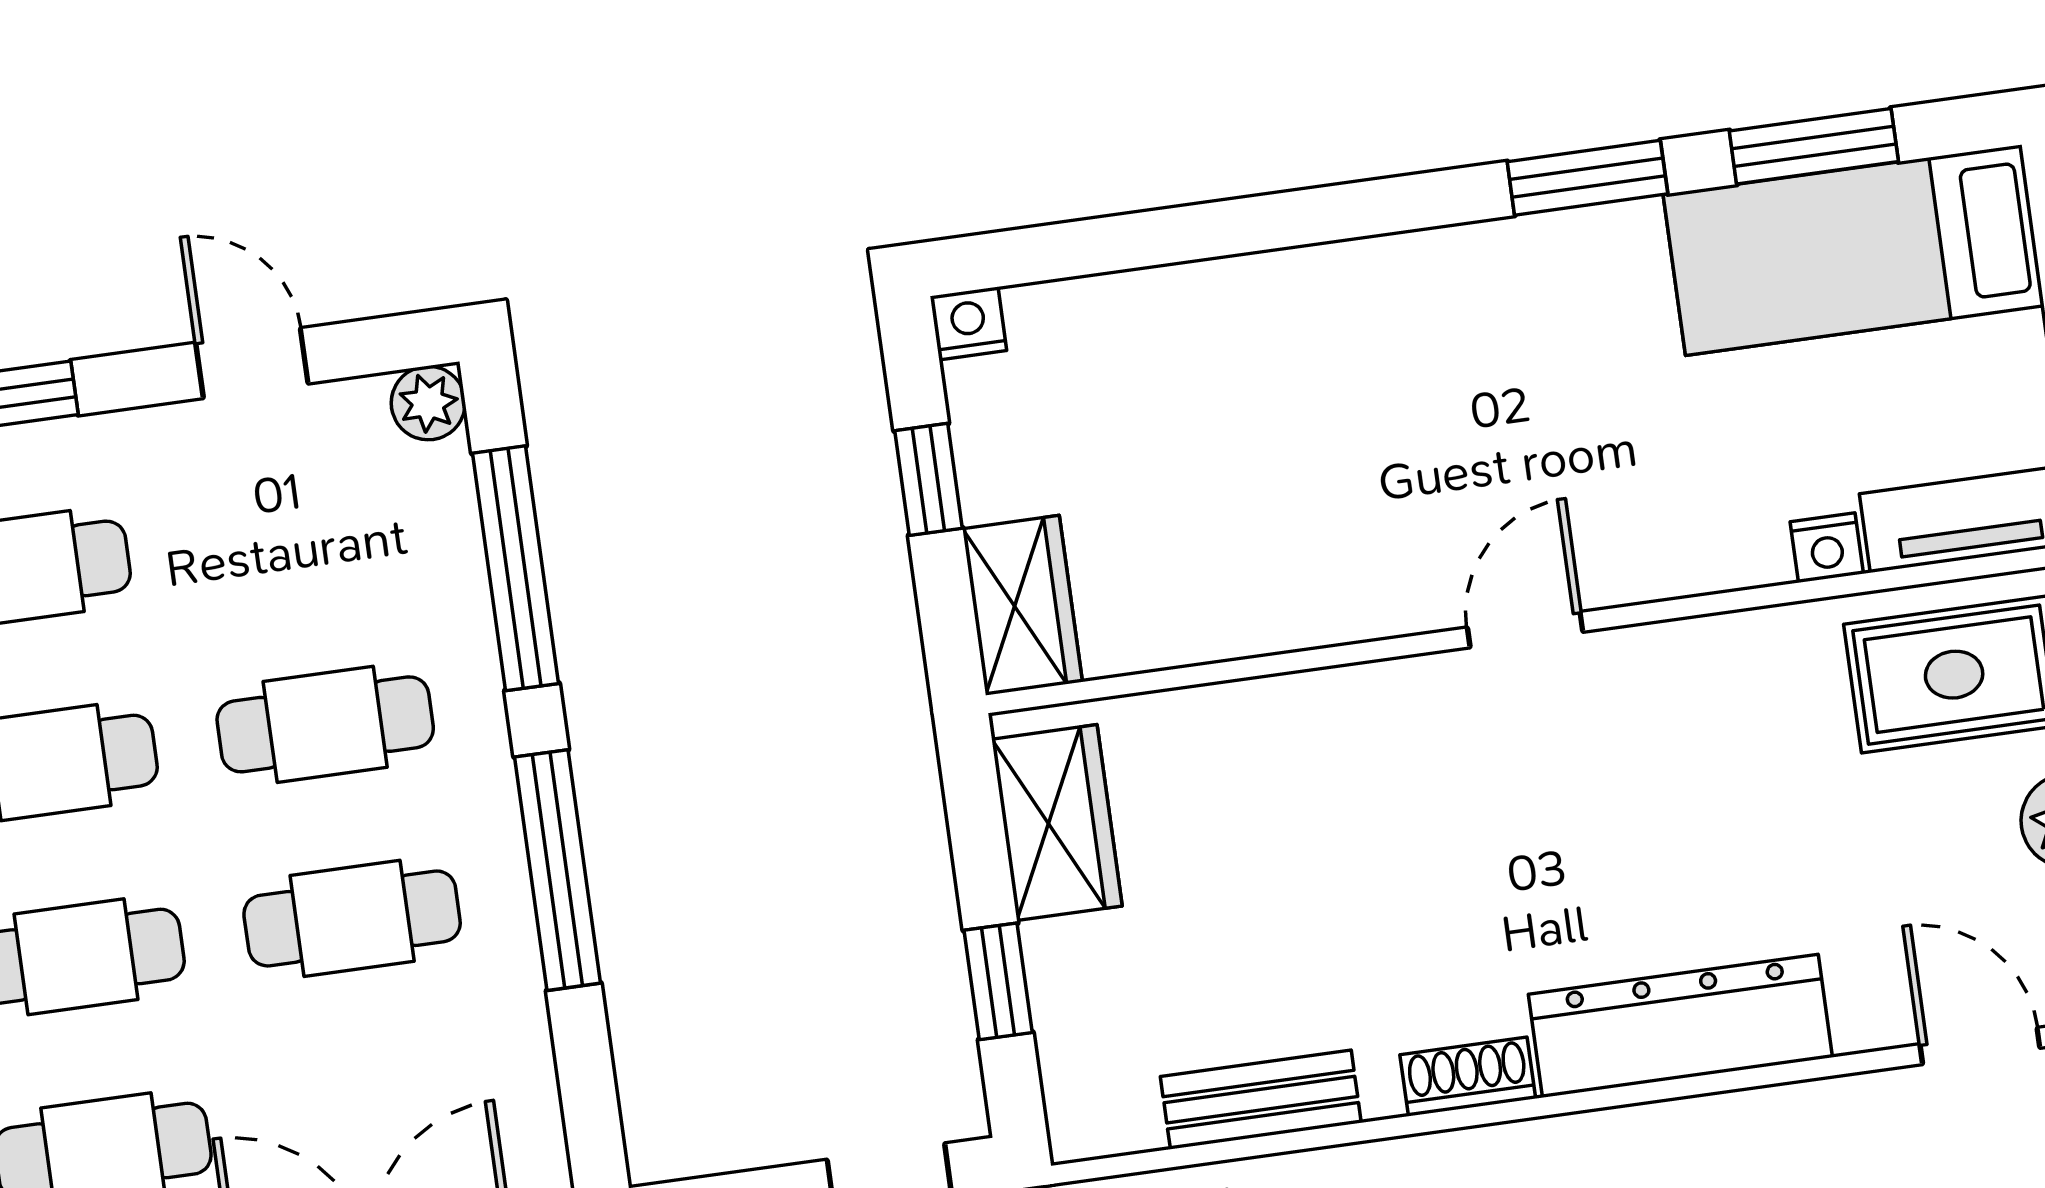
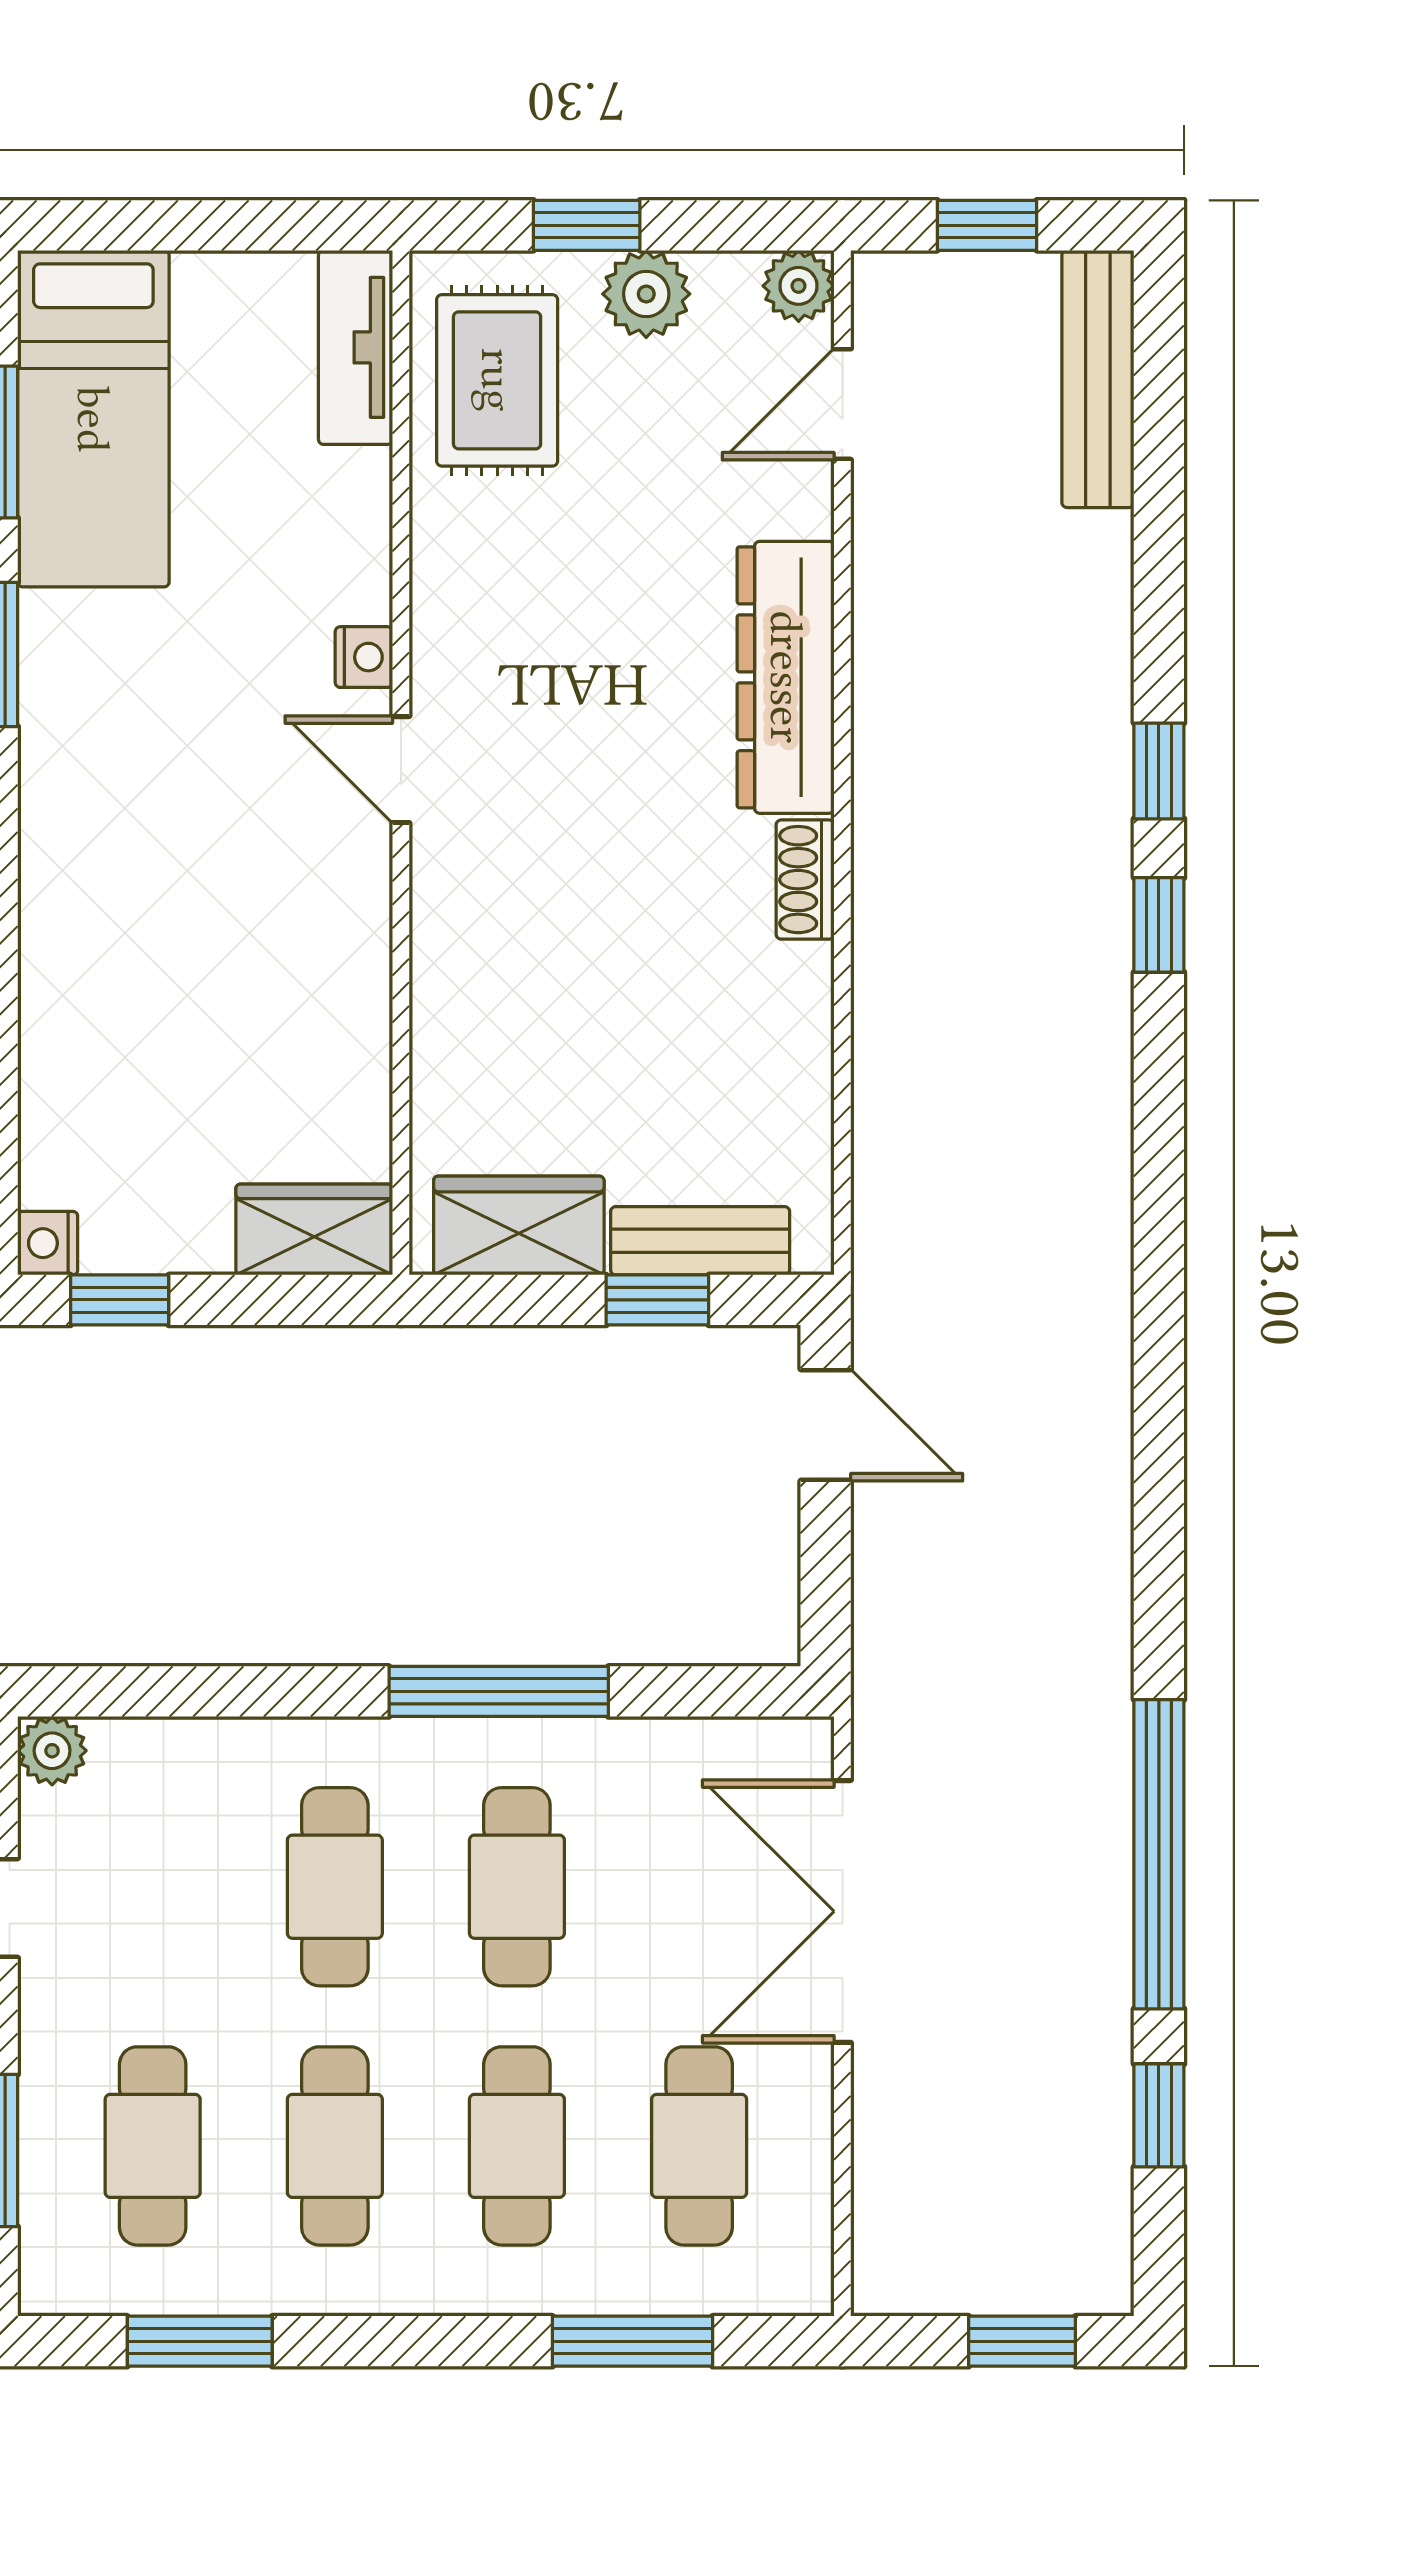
window: (928, 479) -> (120, 1300), moved
nightstand: (1827, 548) -> (364, 657), moved
window: (516, 568) -> (215, 1691), removed
bench: (1261, 1100) -> (700, 1241), moved, turned 90

